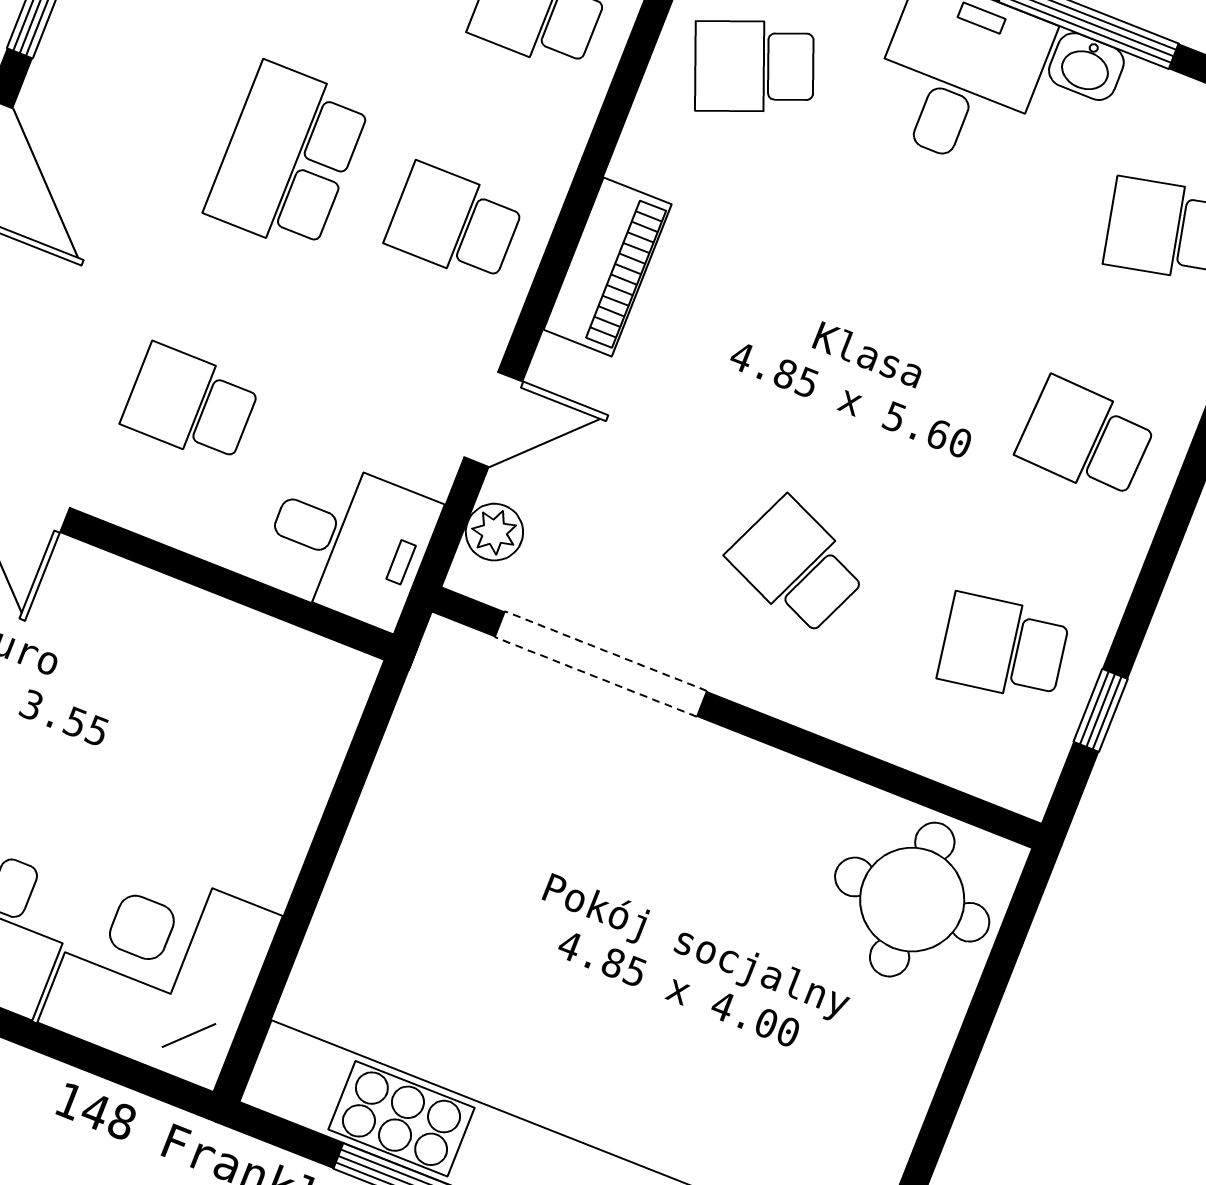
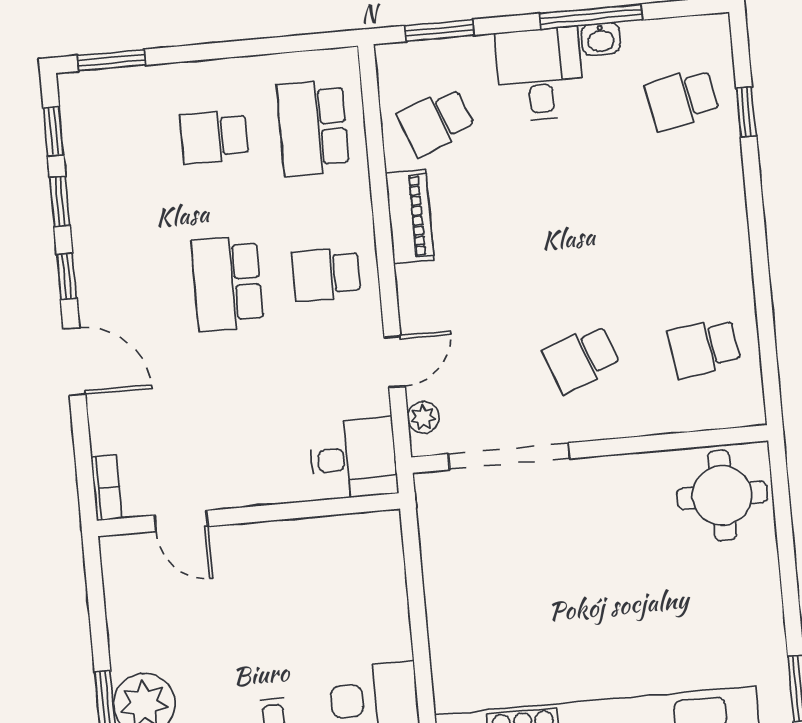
piano: (608, 267) -> (410, 216), moved
school desk: (191, 404) -> (241, 430), removed
school desk: (1086, 438) -> (693, 223), removed
school desk: (797, 566) -> (582, 359), turned -45
window: (1101, 710) -> (768, 355), removed

